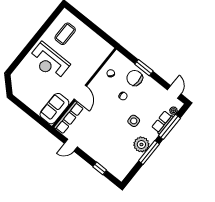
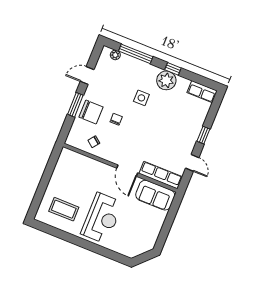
chair: (135, 78) -> (91, 112), turned -90
door: (80, 92) -> (127, 171), swing flipped
door: (174, 92) -> (87, 75), moved
row of seats: (162, 122) -> (202, 92), moved
window: (149, 152) -> (173, 69), width x0.46
window: (100, 168) -> (203, 135), moved

